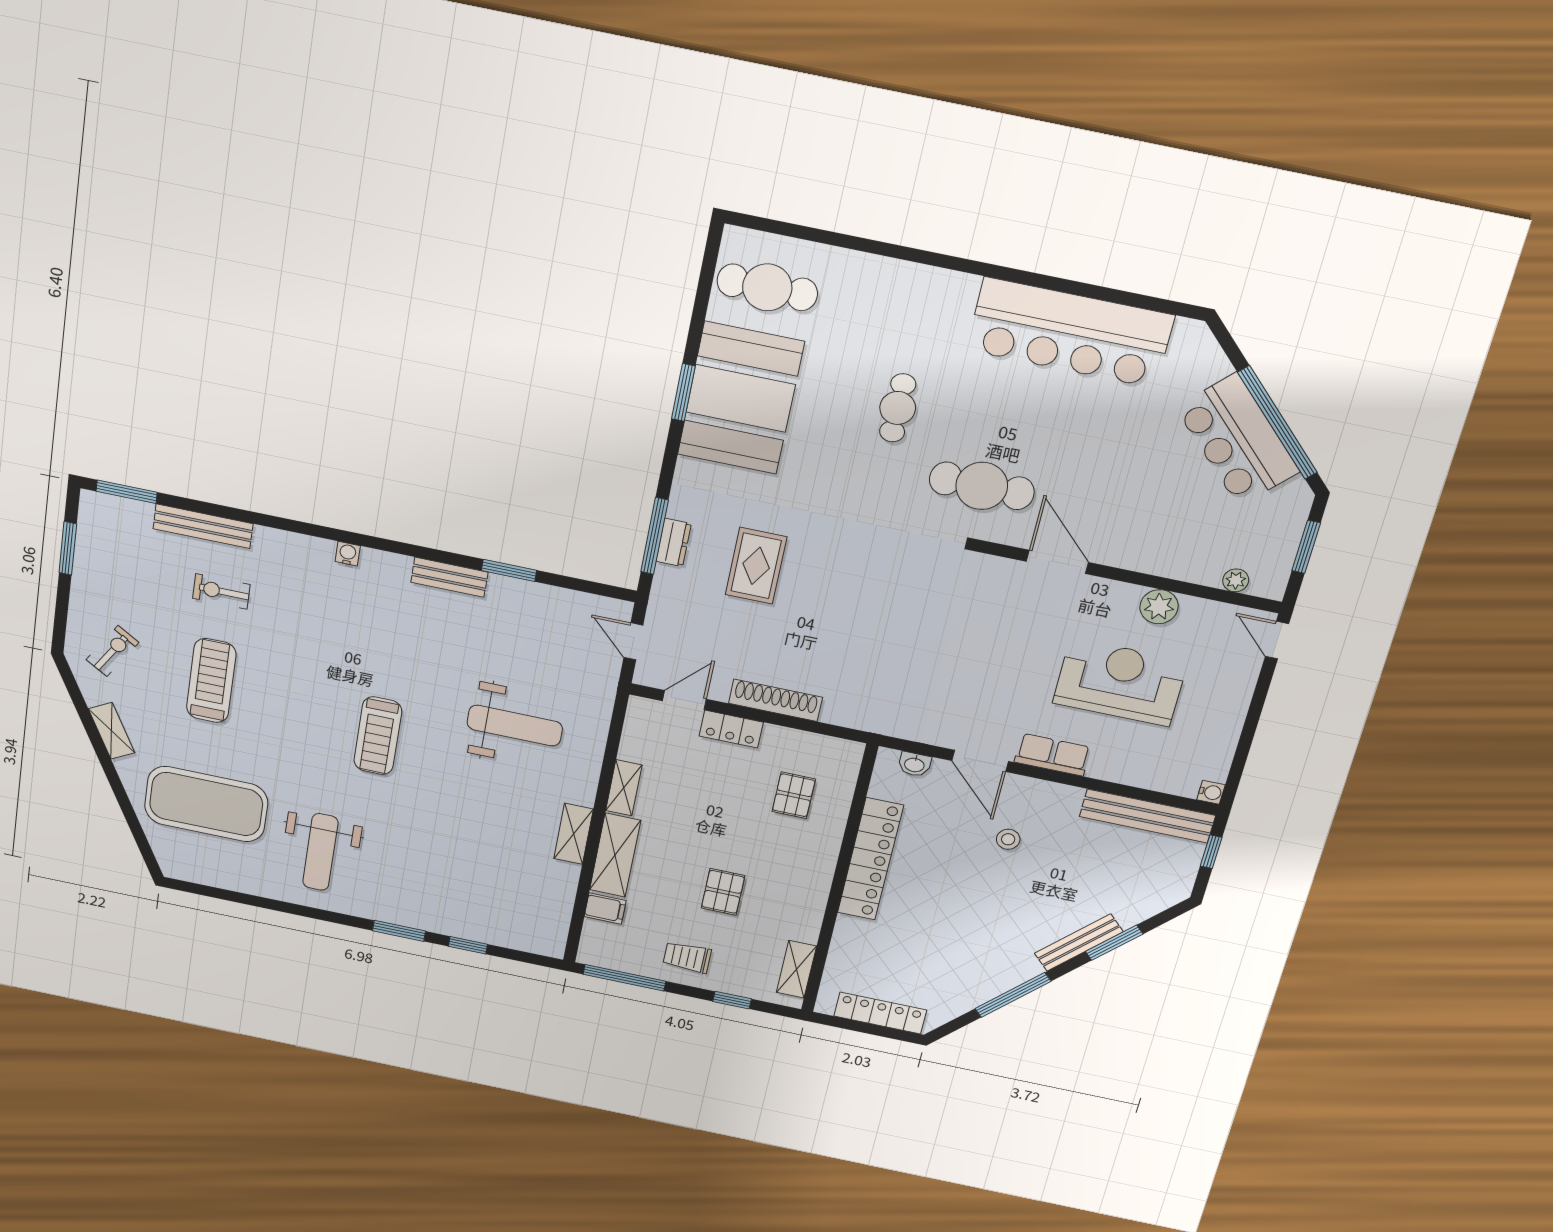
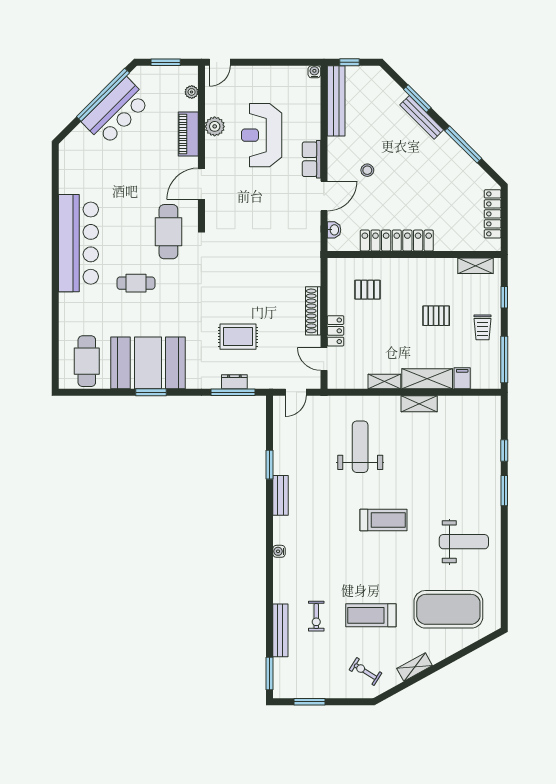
bar counter: (1070, 333) -> (78, 243), moved
piano: (1158, 558) -> (188, 134), added
exercise mat: (206, 804) -> (448, 609), turned 90

